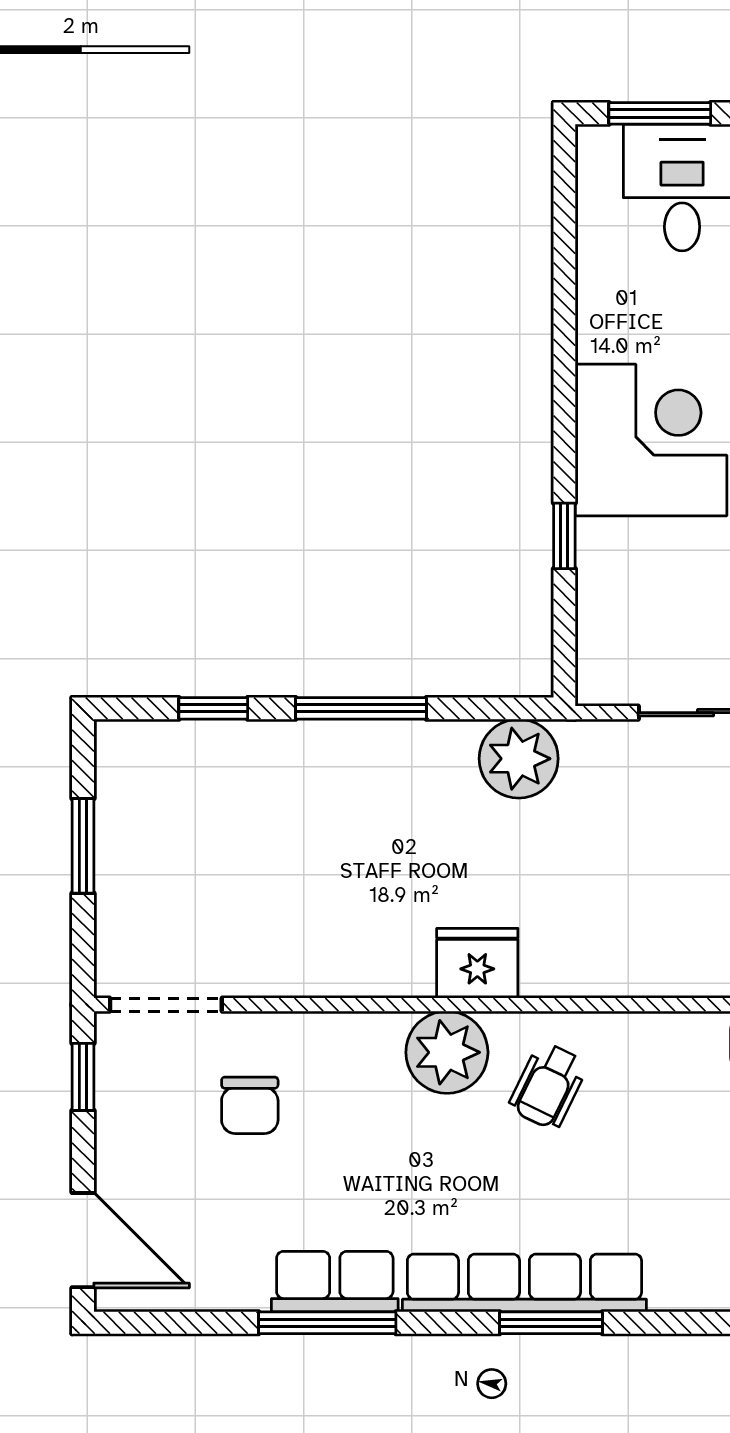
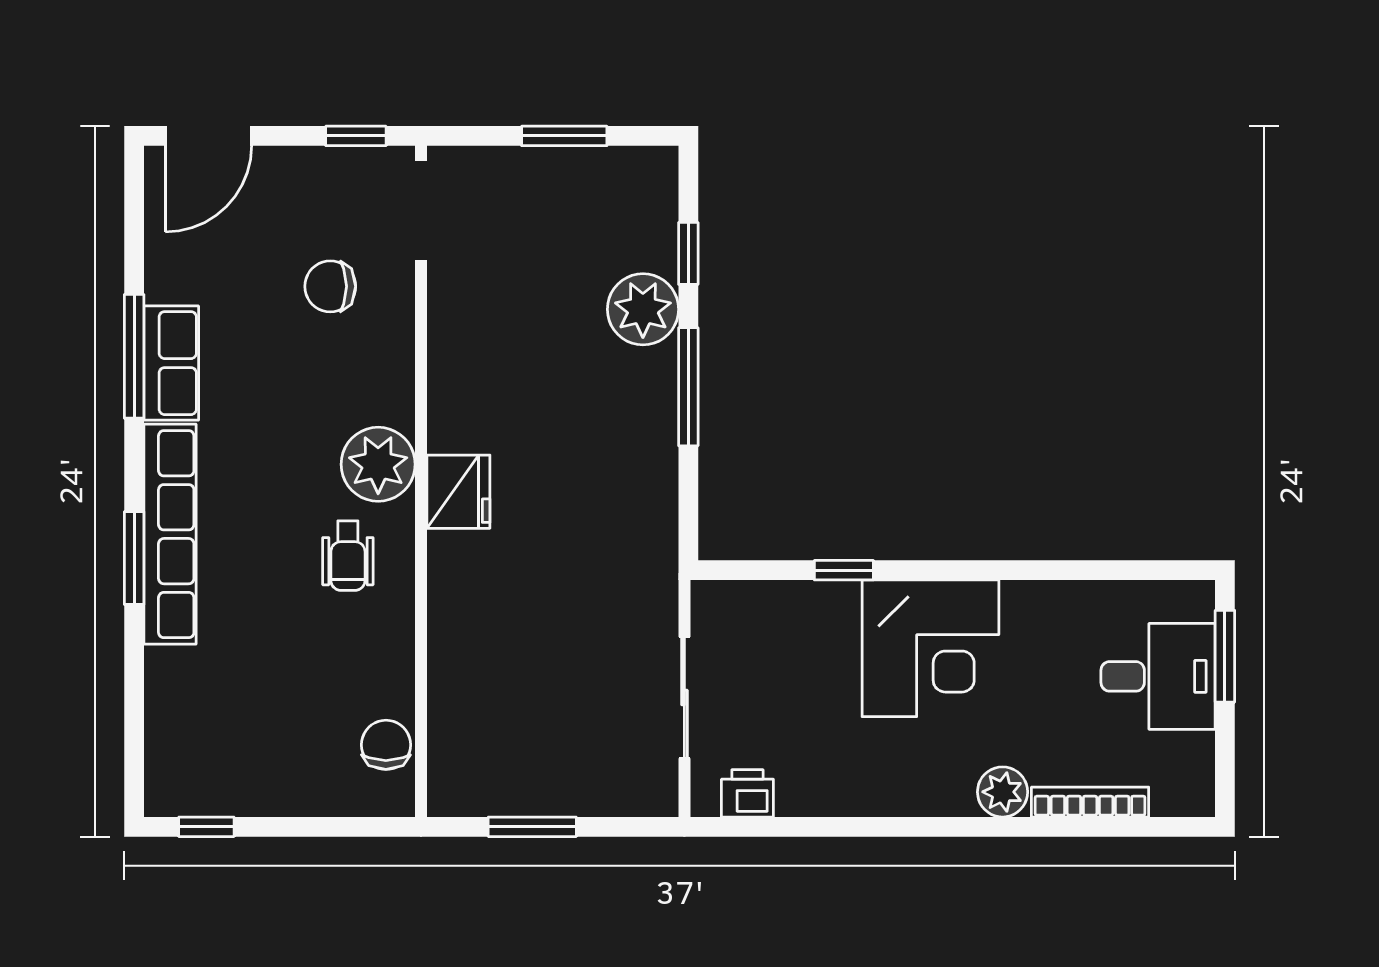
plant: (519, 759) -> (643, 309), moved
wheelchair: (548, 1086) -> (348, 556), turned -116

